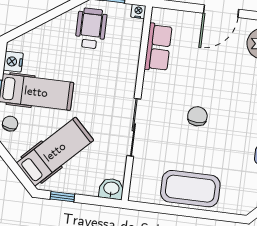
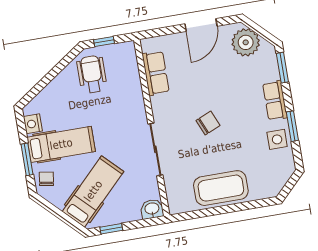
nightstand: (138, 11) -> (129, 47), removed
chair: (197, 116) -> (208, 123), turned 67

